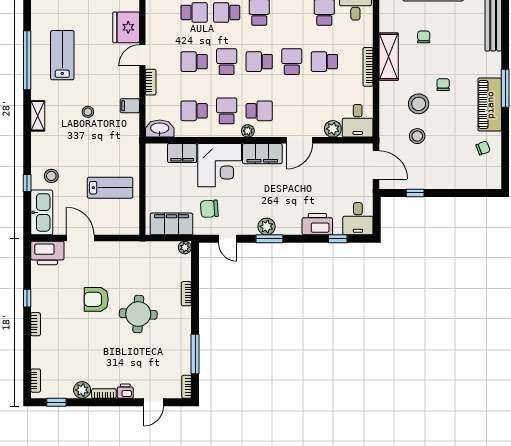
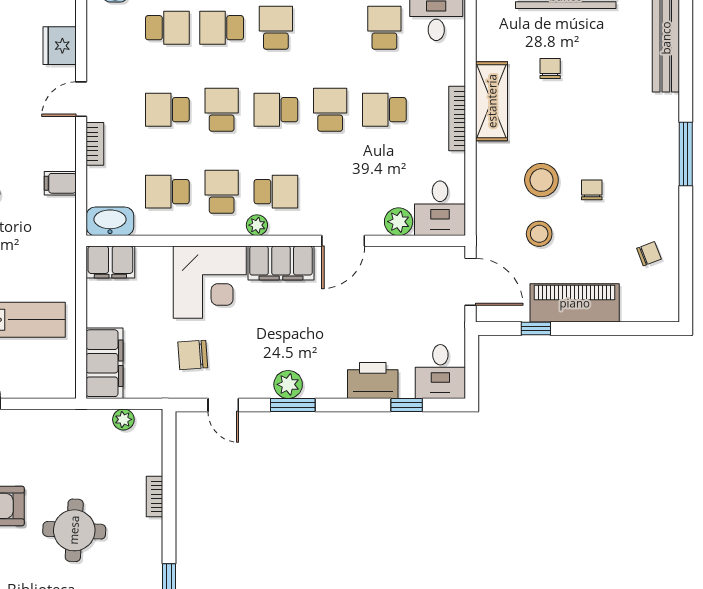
fridge: (126, 27) -> (60, 46), width x0.73, depth x0.75
chair: (443, 85) -> (592, 190), moved
piano: (490, 105) -> (575, 303), moved, turned 90
filing cabinet: (182, 153) -> (110, 262), moved
filing cabinet: (172, 224) -> (105, 363), moved, turned 90
plant: (185, 247) -> (123, 419), moved

